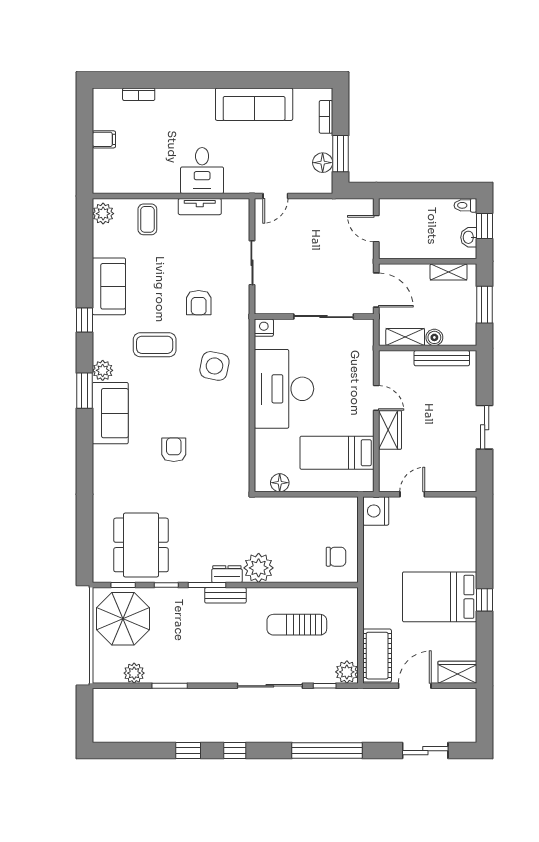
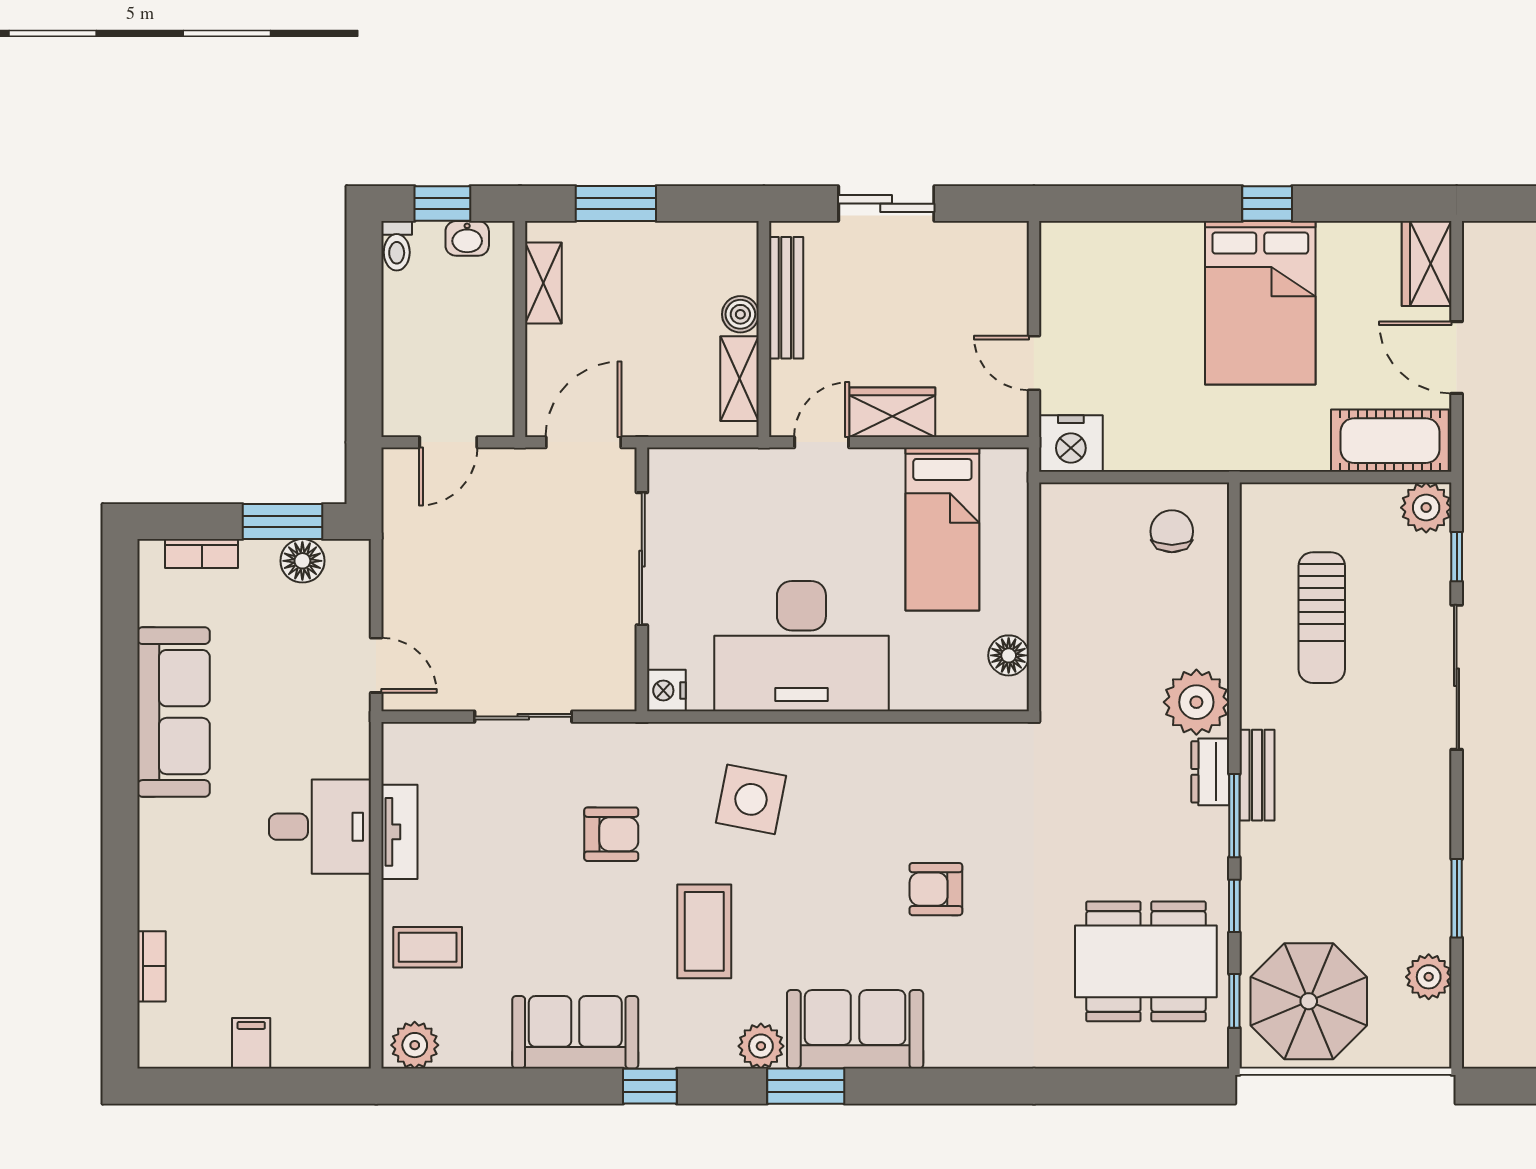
shelving: (405, 337) -> (740, 379), moved
boiler: (434, 337) -> (740, 314), moved
wall: (428, 348) -> (764, 329), moved
bench: (442, 358) -> (786, 298), moved

